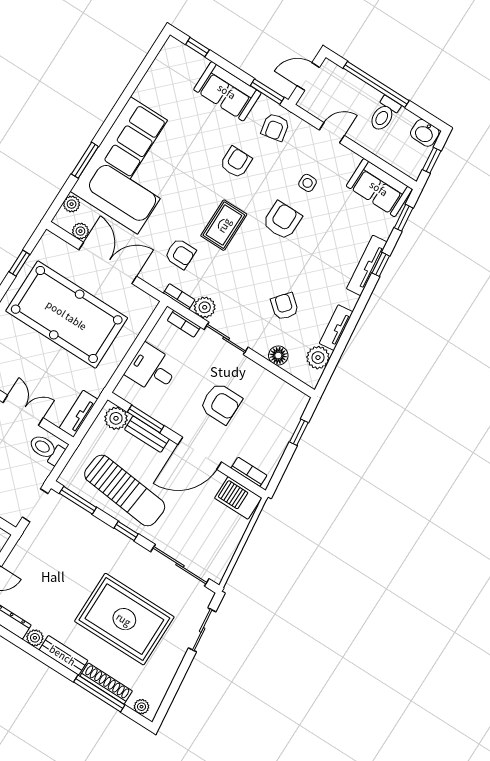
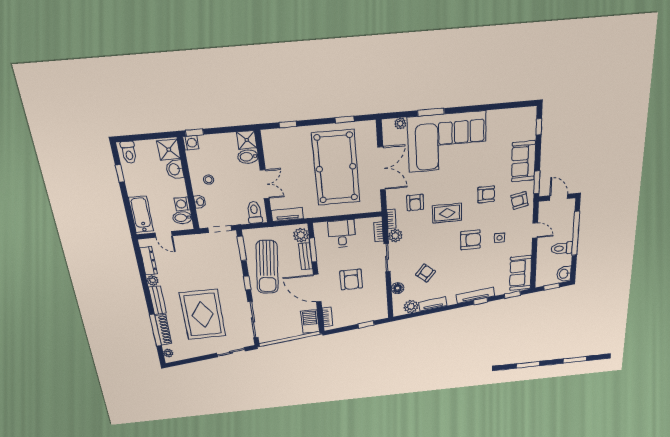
plant: (80, 231) -> (388, 140), removed

